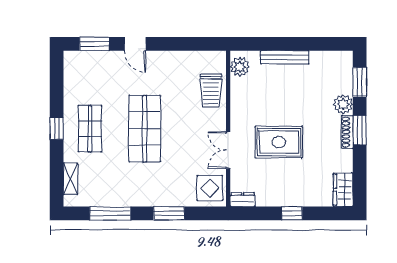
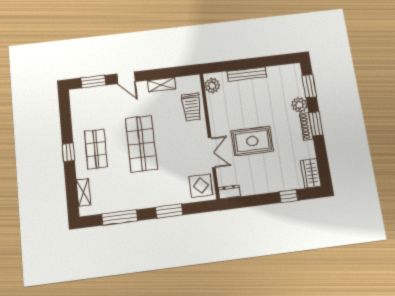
shelving: (178, 58) -> (162, 85), added
double door: (228, 150) -> (212, 153), swing flipped
window: (292, 213) -> (289, 196), moved

